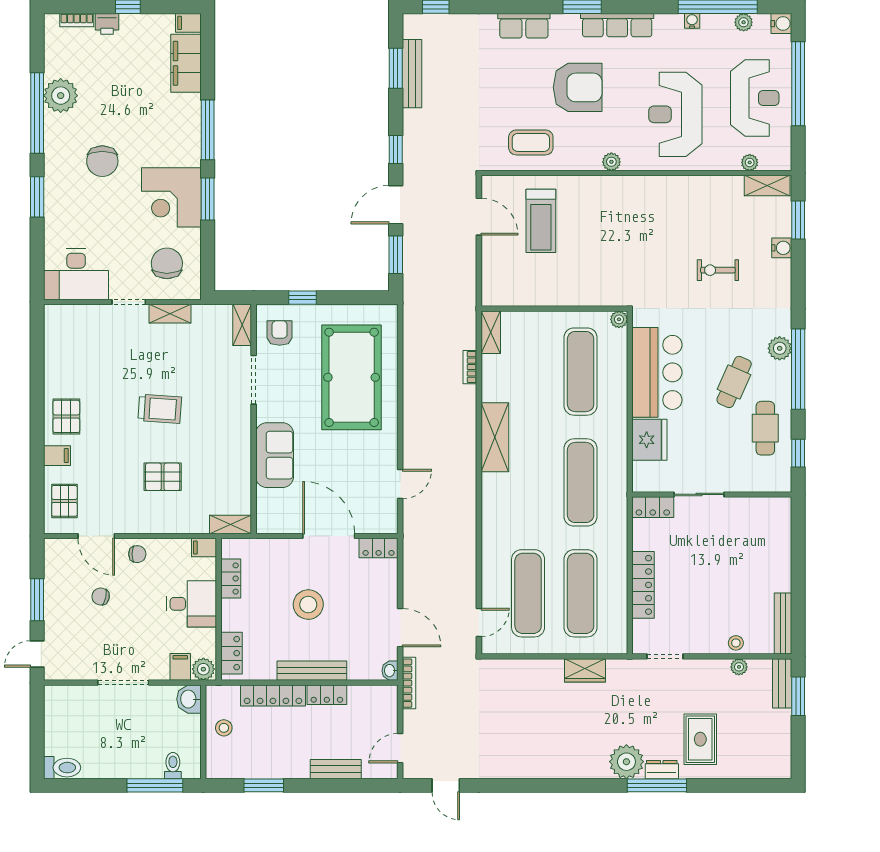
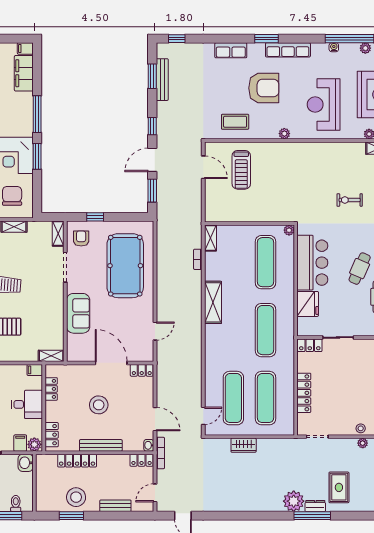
wardrobe: (585, 670) -> (244, 445), moved
locker: (327, 695) -> (142, 460), moved
stool: (224, 728) -> (76, 497), moved, width x1.89, depth x1.89

